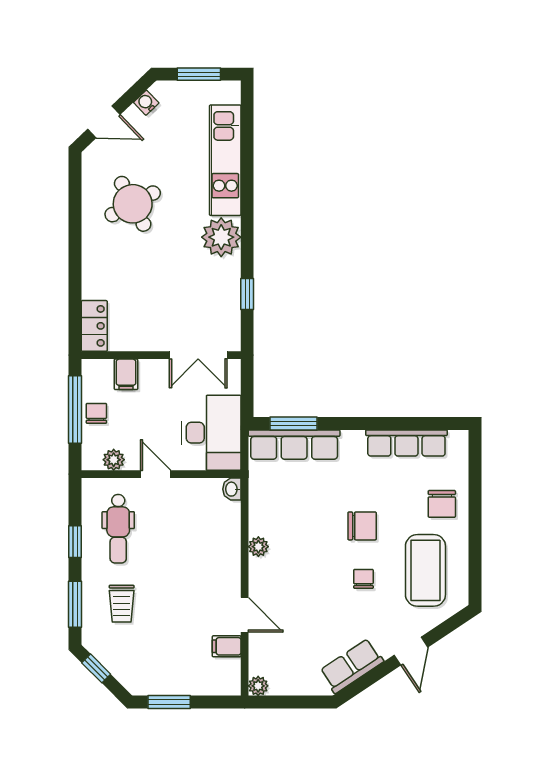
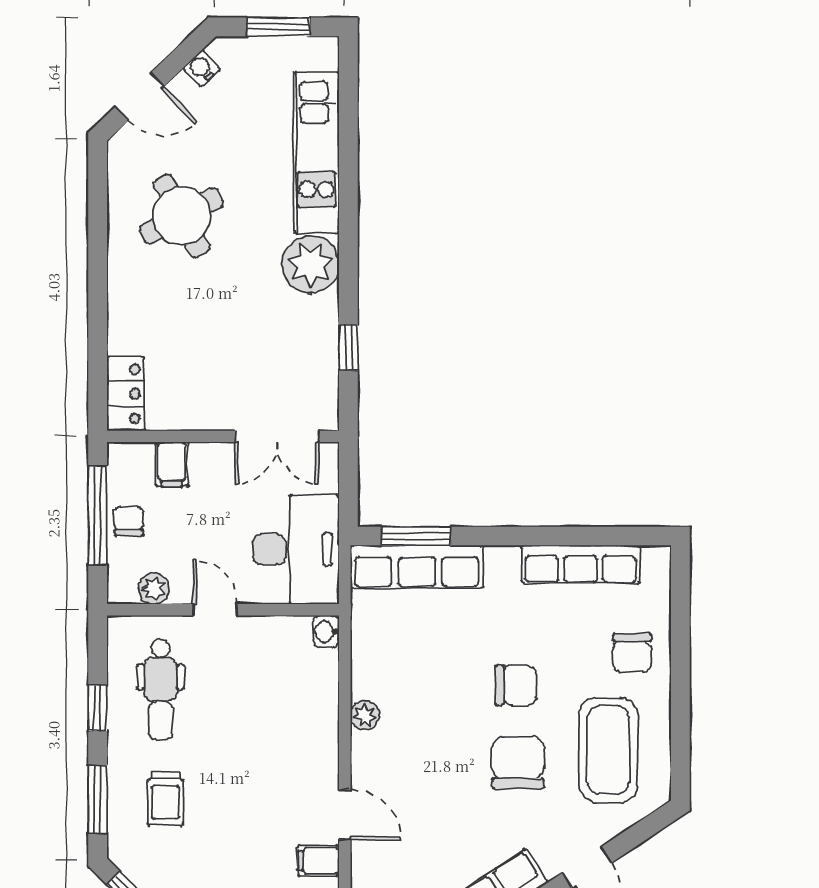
chair: (363, 579) -> (518, 762), width x1.87, depth x1.87

